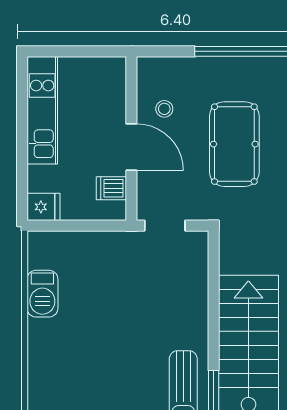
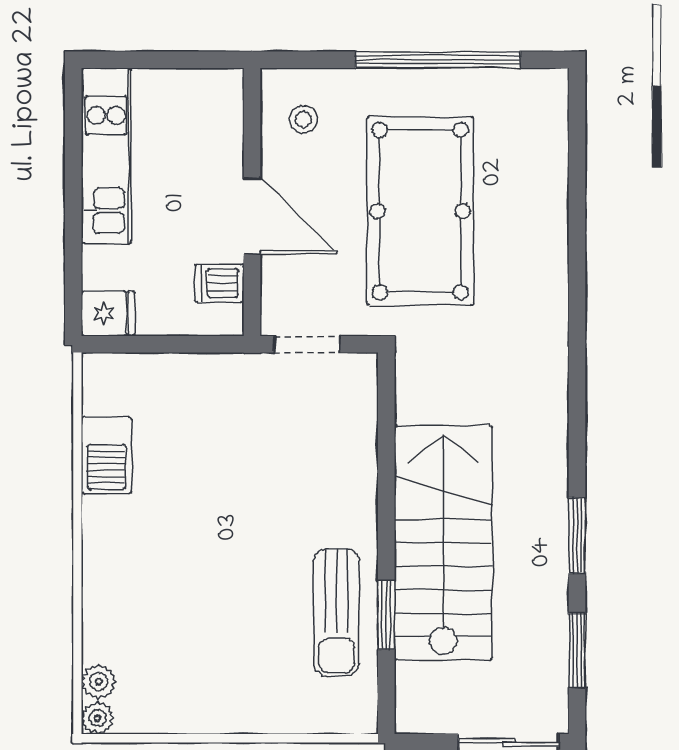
stool: (164, 109) -> (304, 119), moved
pool table: (234, 144) -> (420, 211), width x1.36, depth x1.32

